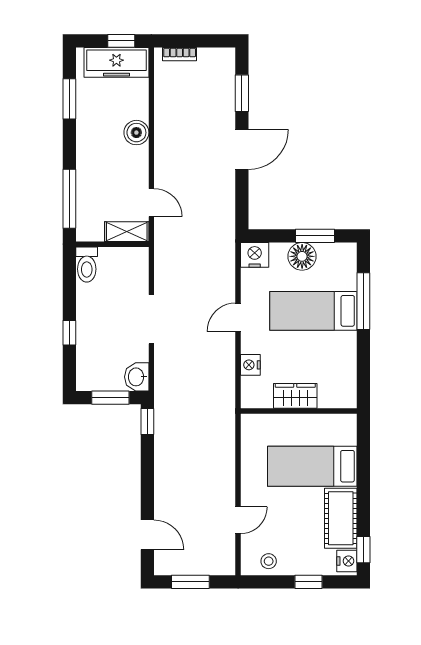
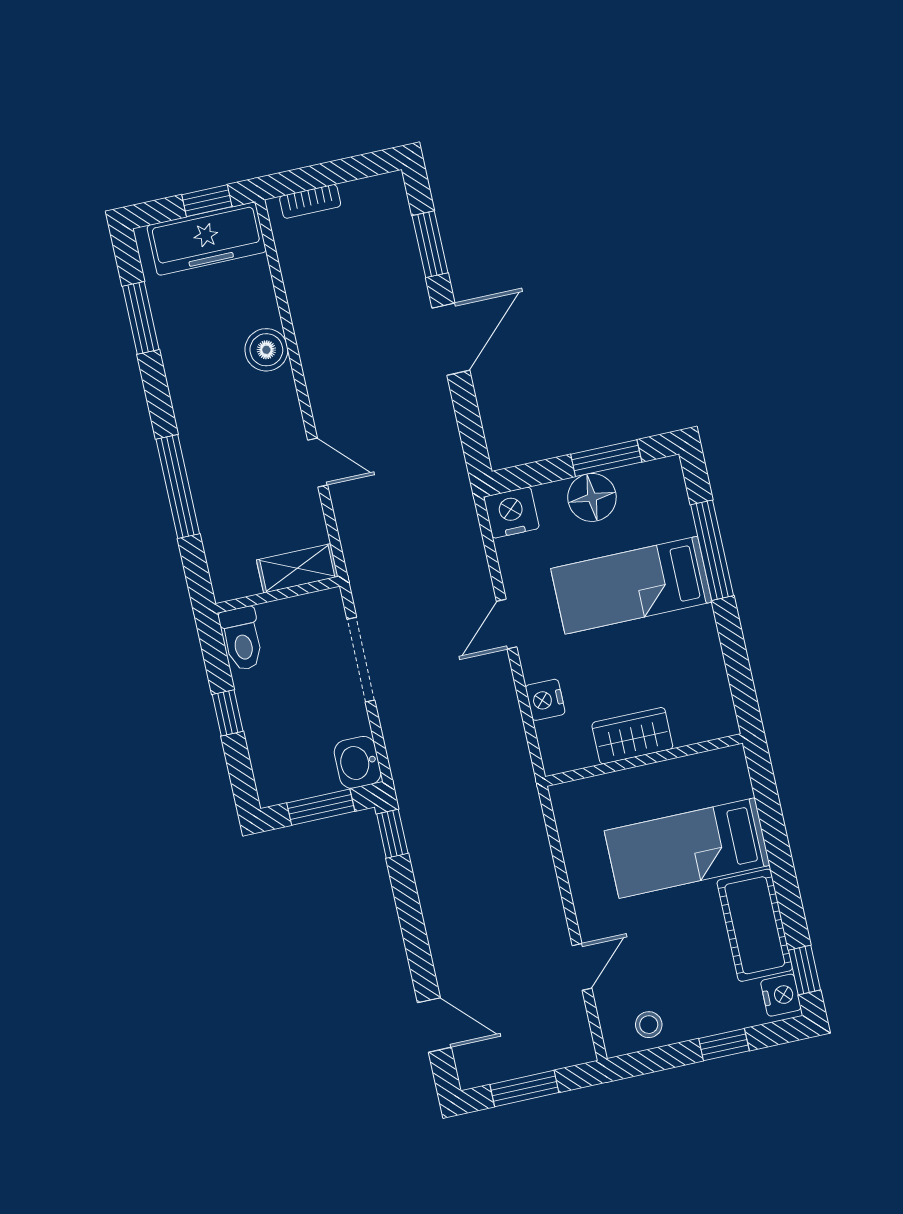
shelving: (127, 232) -> (297, 568), moved
wall: (112, 244) -> (278, 595), moved
toilet: (87, 264) -> (242, 639), moved

